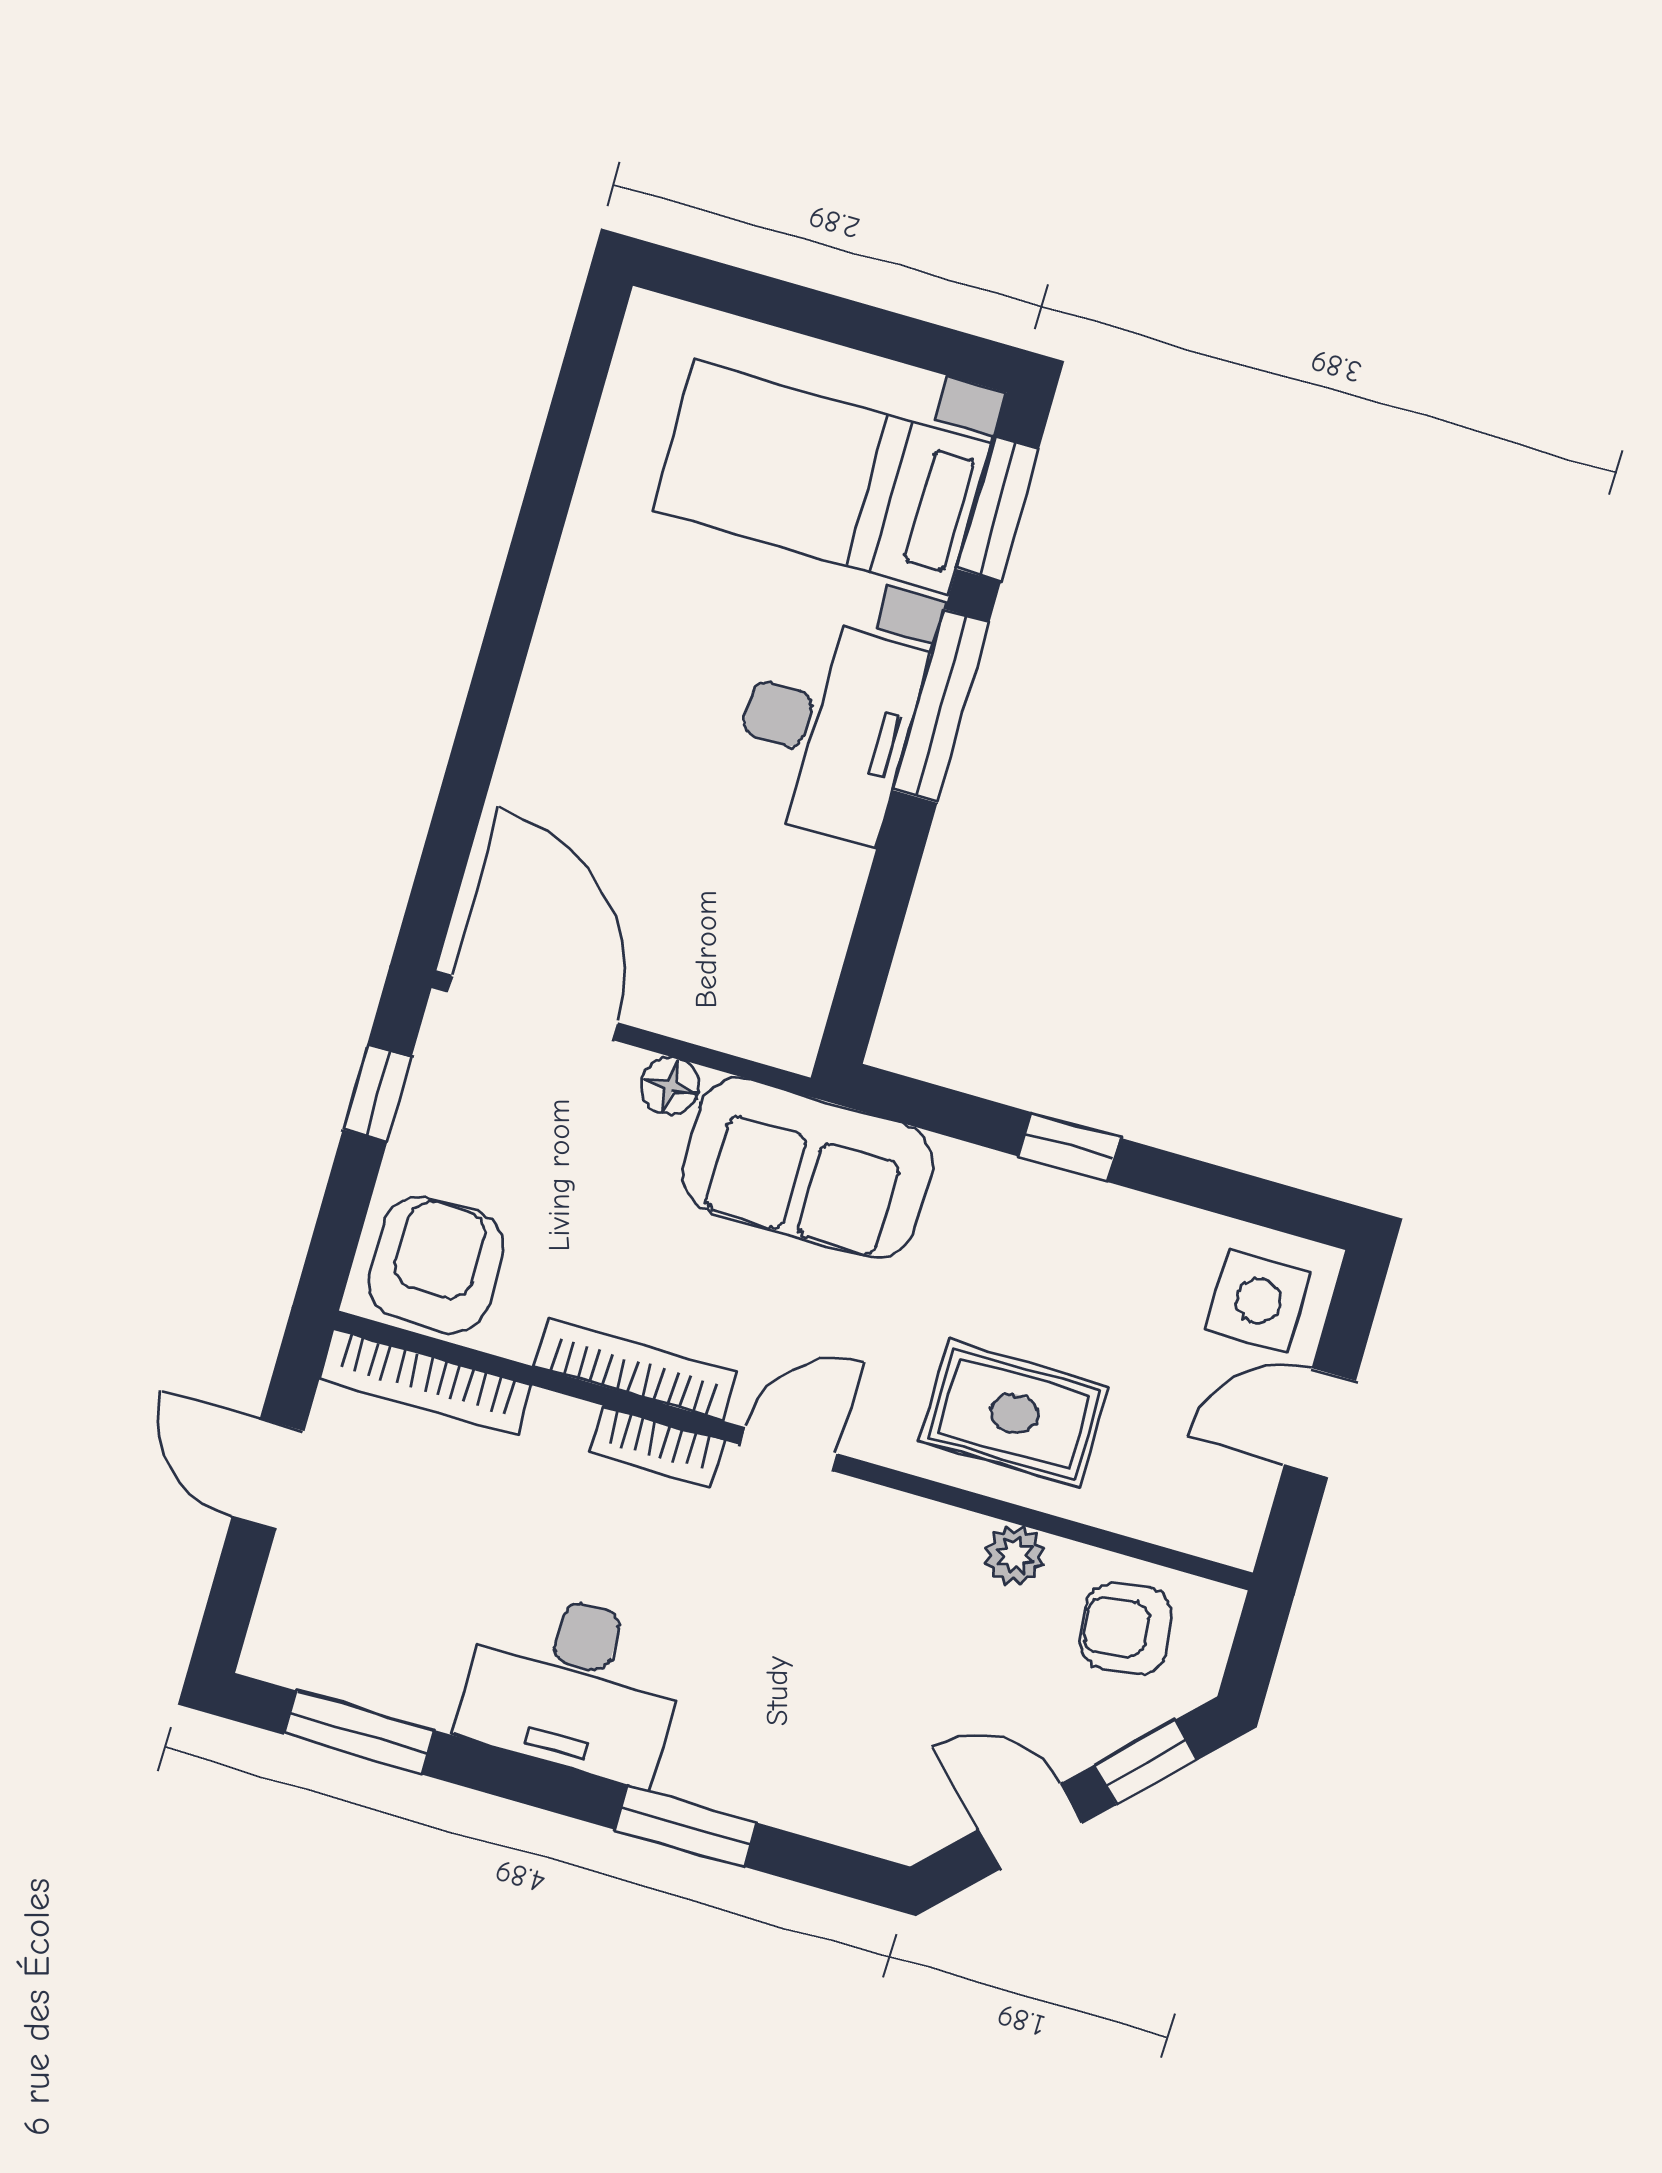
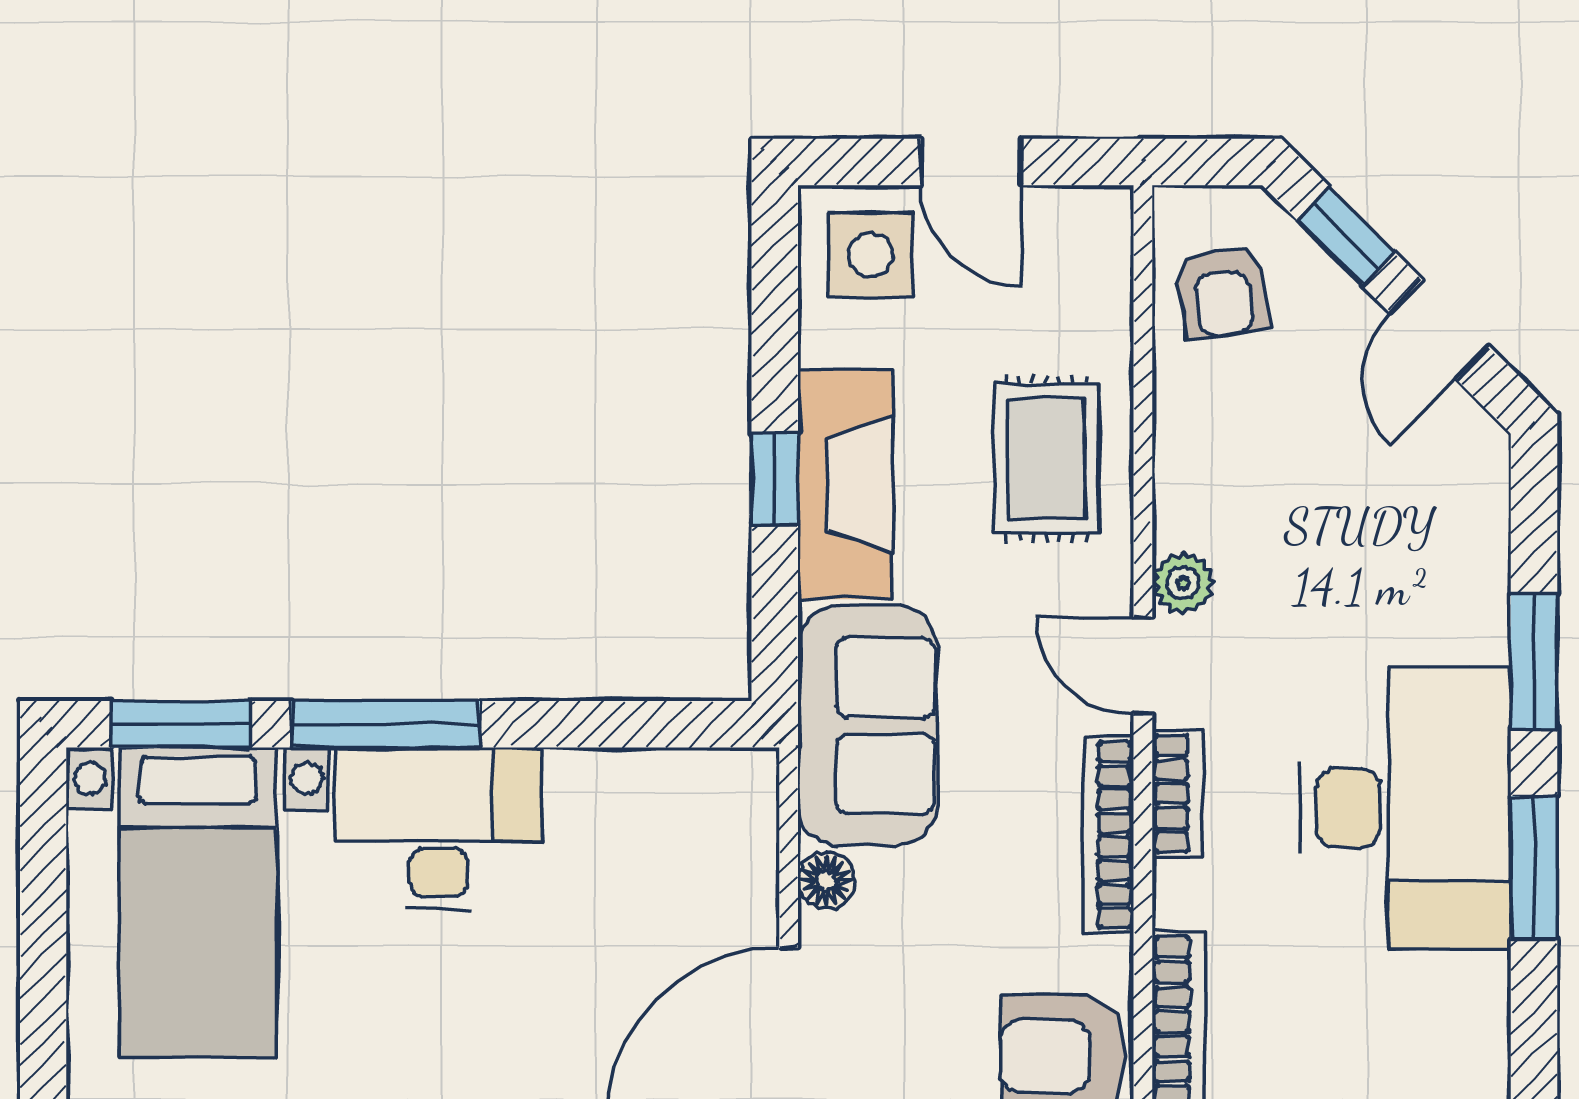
fireplace: (1045, 1213) -> (845, 484), added
plant: (1014, 1556) -> (1183, 583), moved
desk: (573, 1685) -> (1405, 808), width x1.36, depth x1.30
window: (359, 1732) -> (1534, 868), moved

